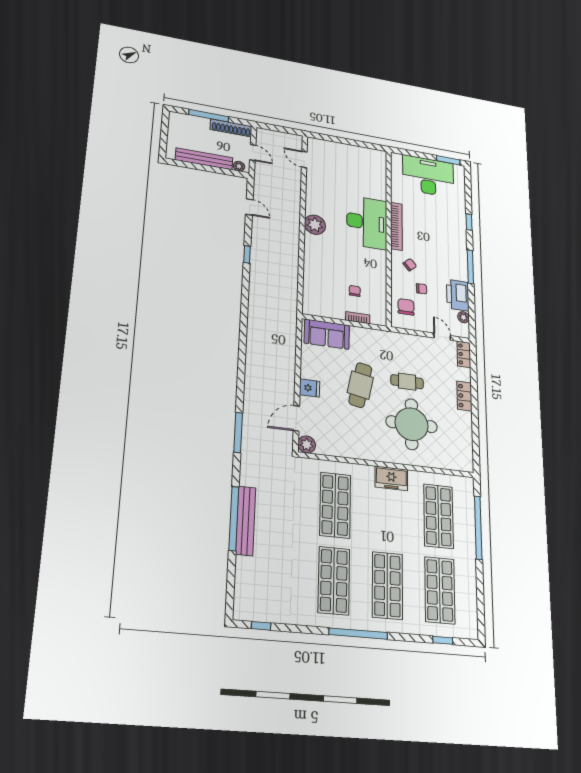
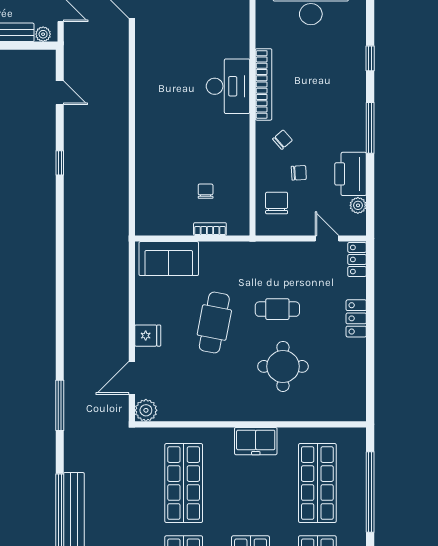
desk: (367, 222) -> (228, 86), width x0.73, depth x0.77
plant: (315, 225) -> (149, 103), removed
round table: (412, 424) -> (283, 366), width x0.73, depth x0.73

